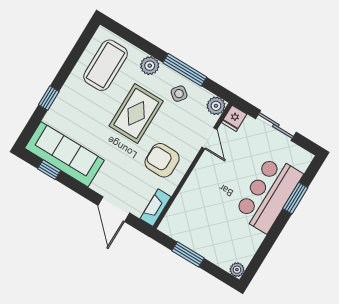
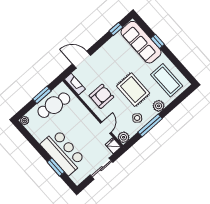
door: (209, 138) -> (106, 128), swing flipped
sofa: (64, 154) -> (141, 42), moved, turned 90
cafe table: (199, 231) -> (54, 105), added

